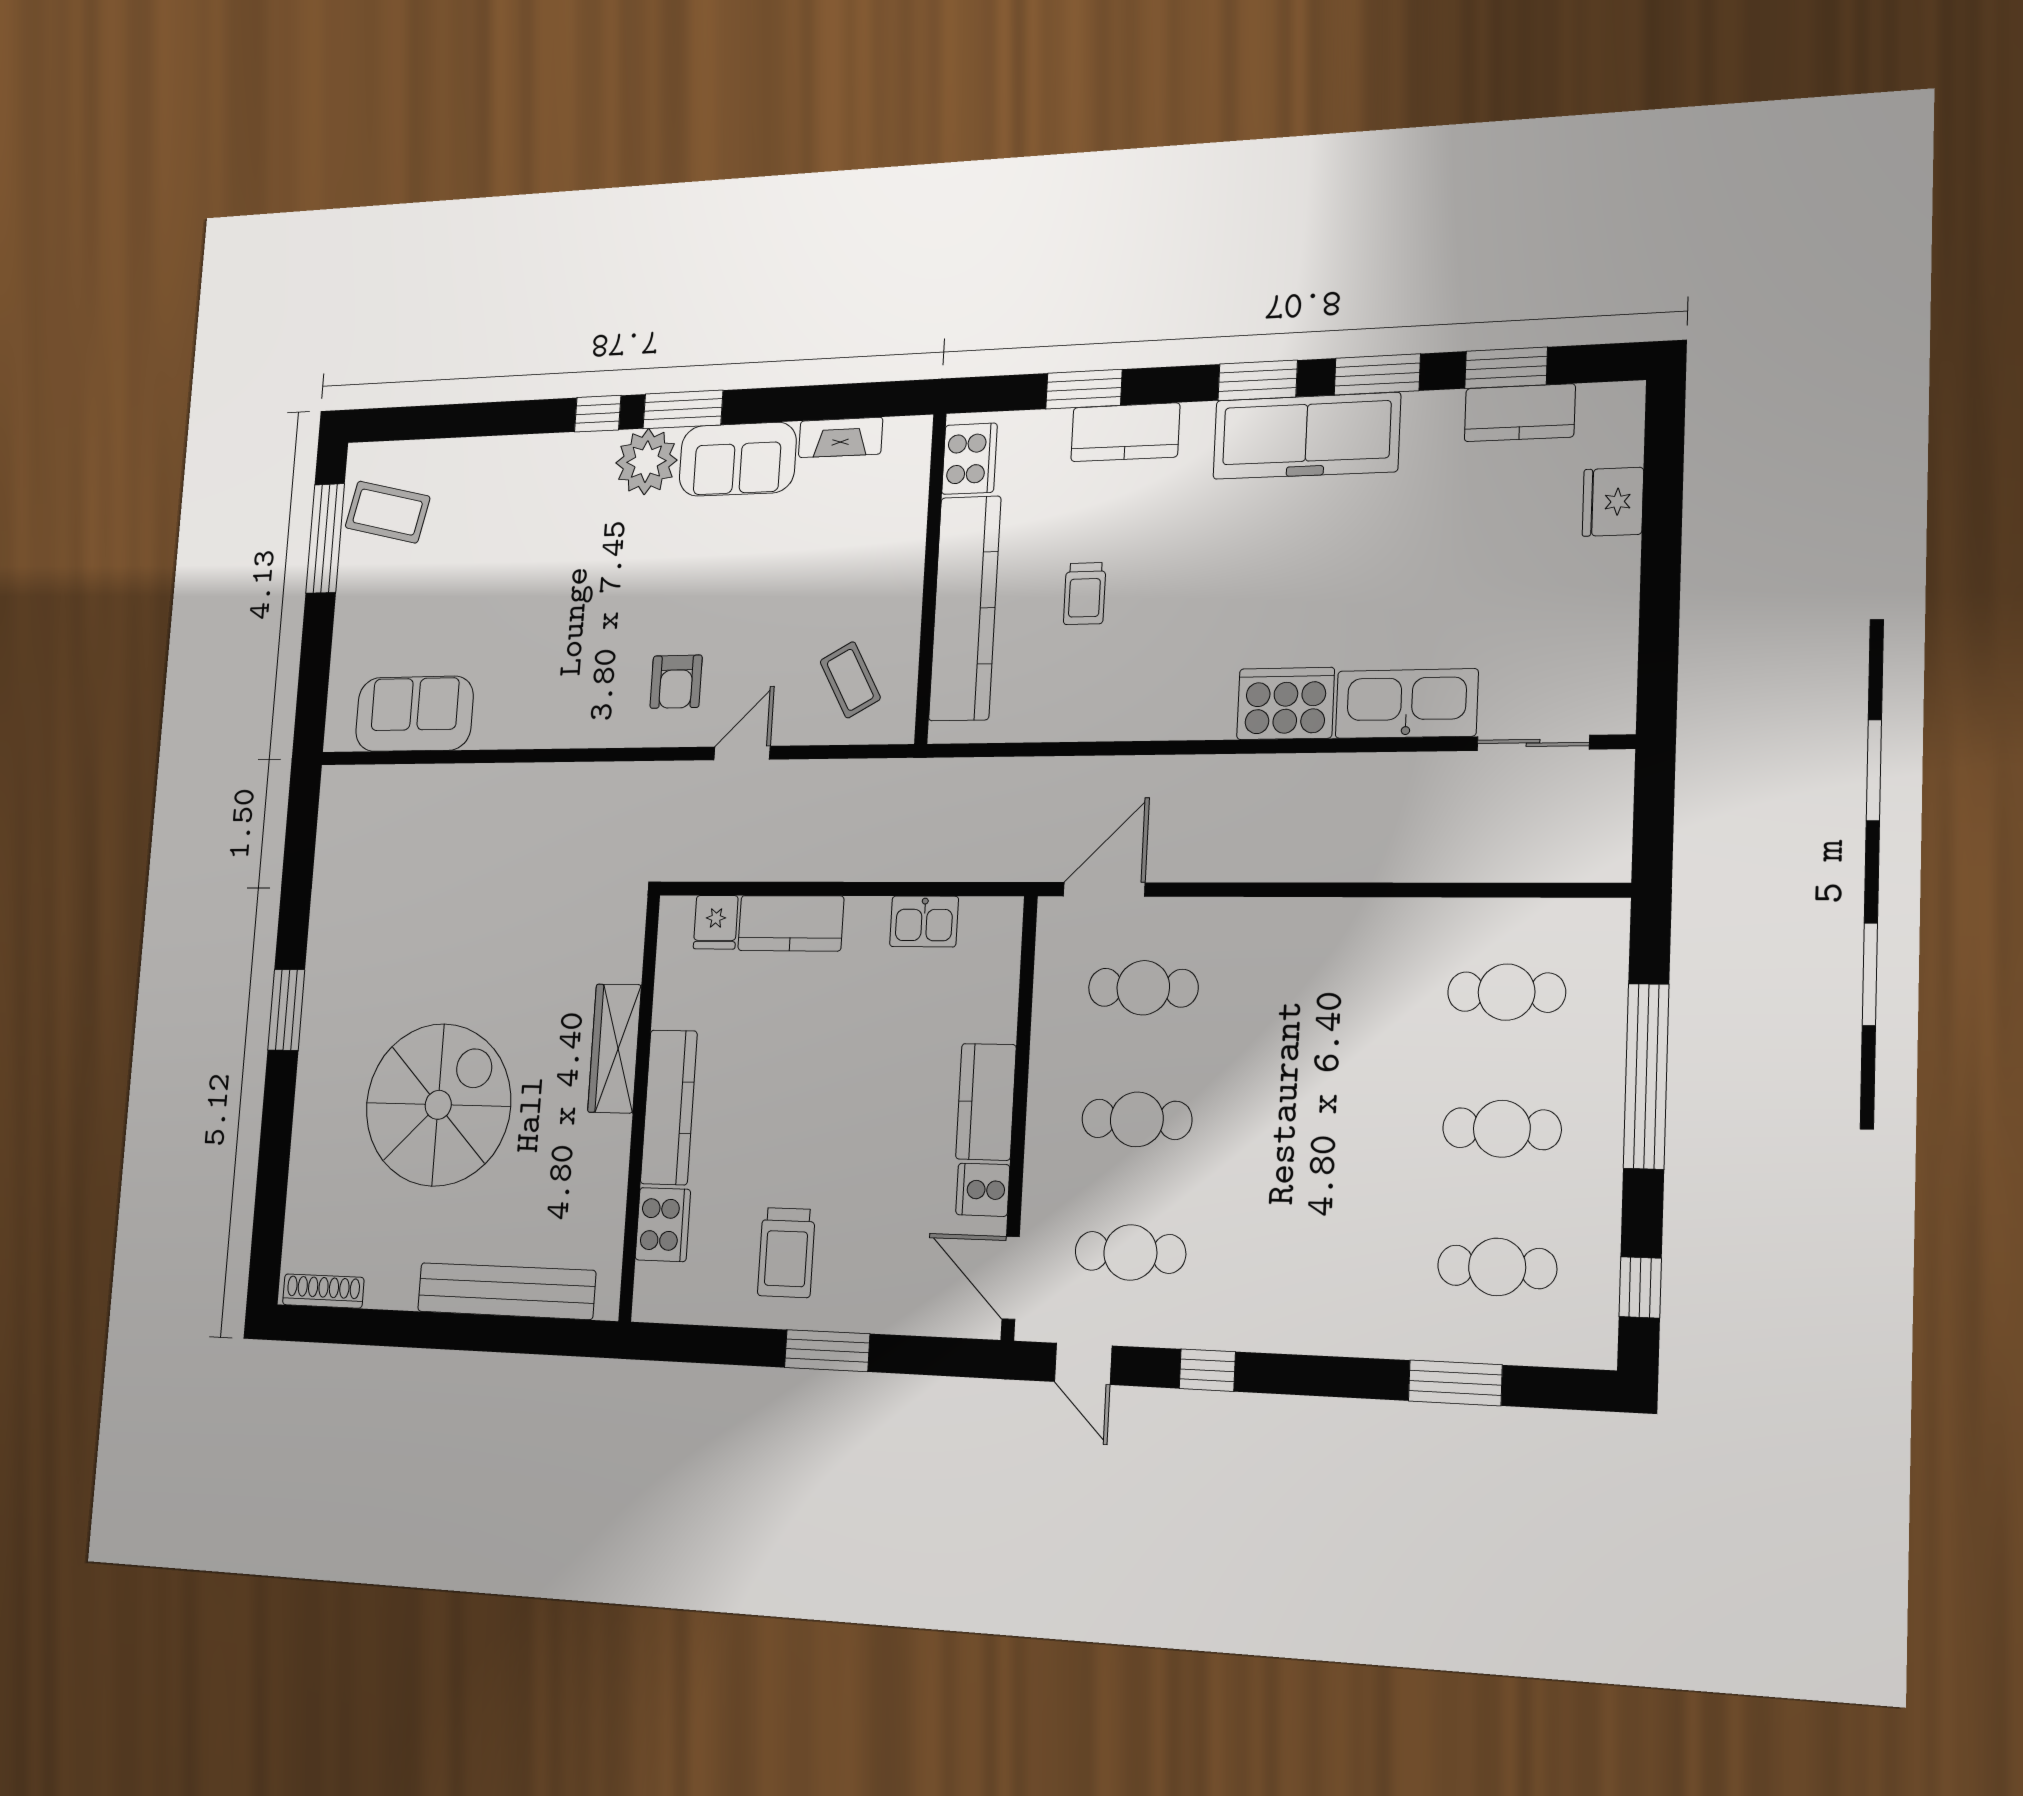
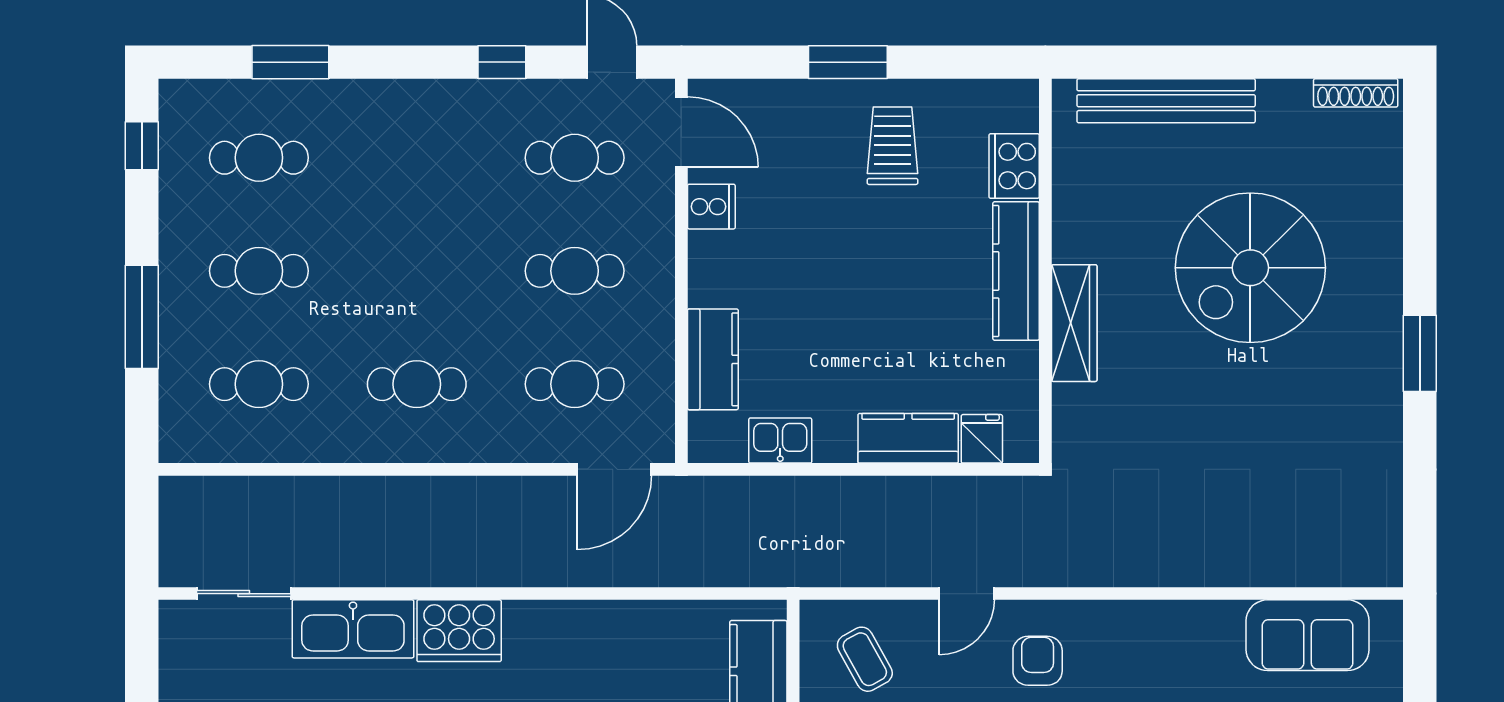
cafe table: (1322, 990) -> (417, 384), added
window: (1646, 1076) -> (142, 317), width x0.68
kitchen counter: (986, 1102) -> (713, 359), moved

